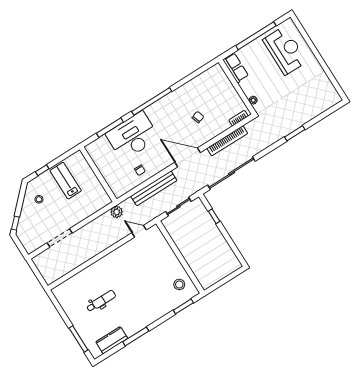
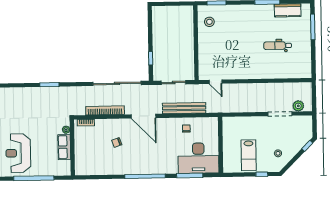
row of seats: (236, 68) -> (64, 147), moved
desk: (132, 136) -> (198, 158), moved
plant: (117, 212) -> (298, 106), moved

